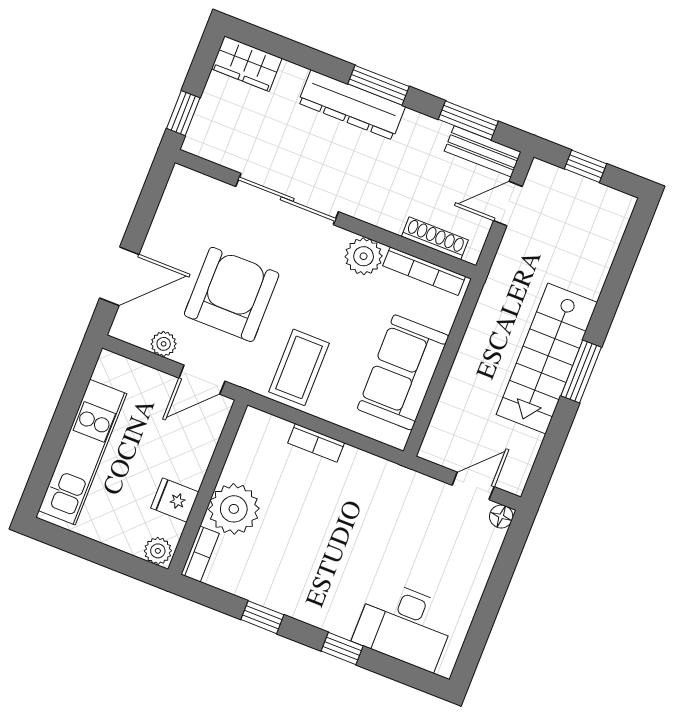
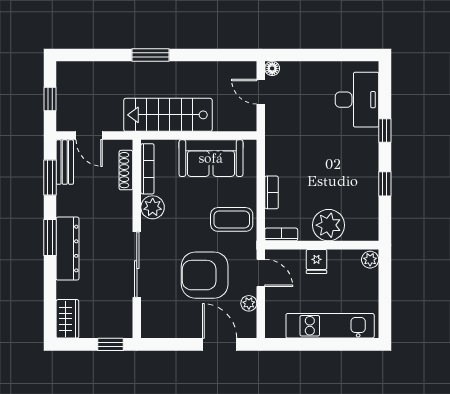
stairs: (547, 358) -> (168, 115), moved, turned 180
window: (581, 372) -> (151, 55), moved
fridge: (175, 500) -> (317, 261), moved
bookcase: (200, 554) -> (281, 234), moved

